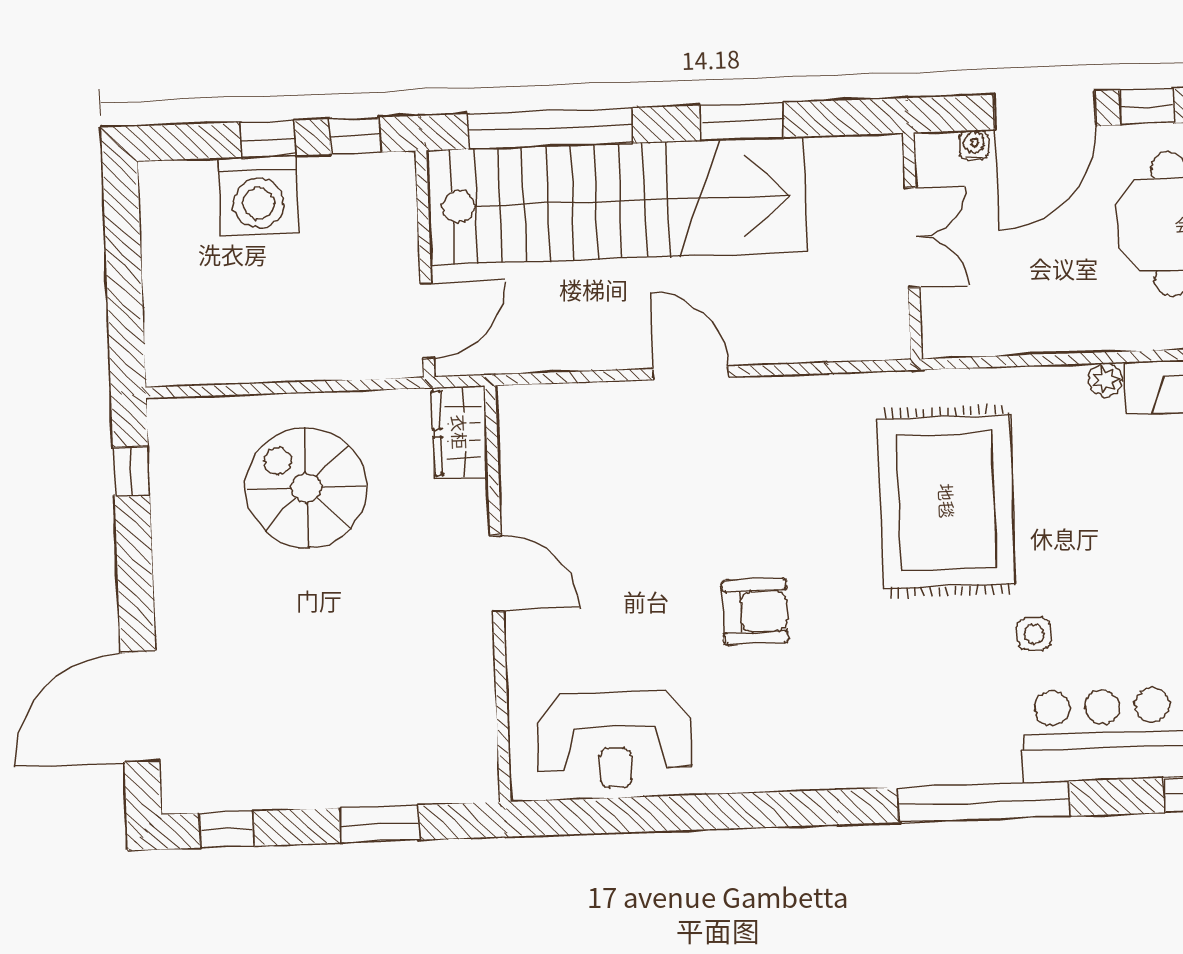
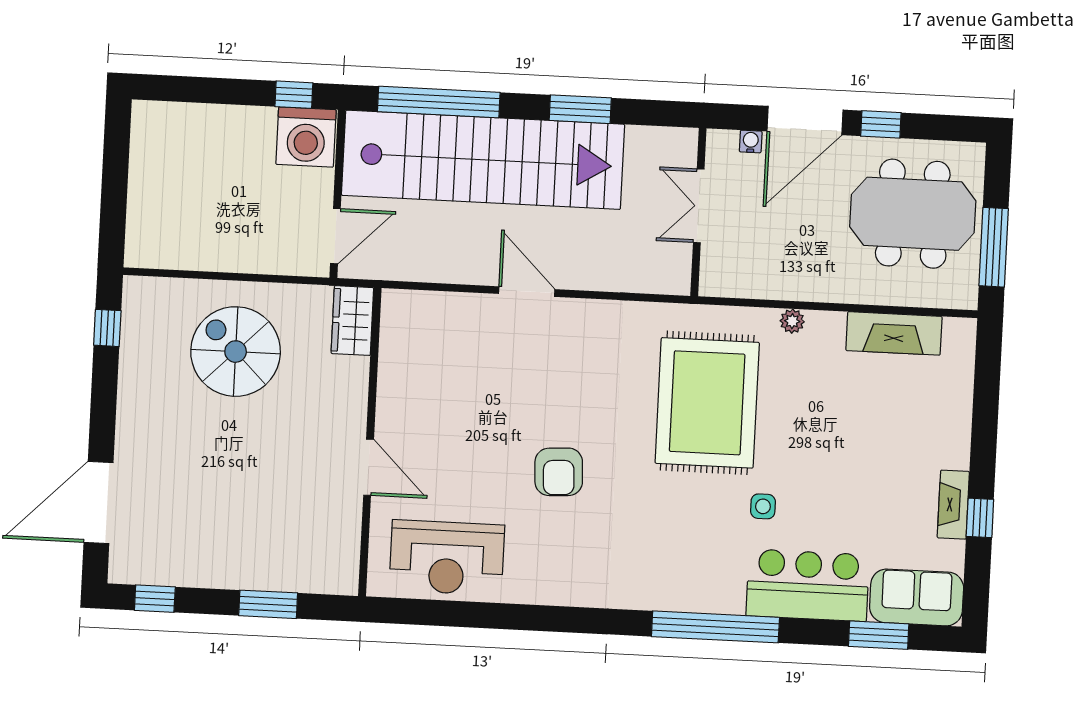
window: (268, 139) -> (230, 91), removed
washing machine: (258, 195) -> (306, 137), moved
double door: (912, 237) -> (699, 206), swing flipped
plant: (1105, 379) -> (792, 321), moved
door: (497, 573) -> (369, 467), moved
armchair: (755, 612) -> (559, 472), turned 87

